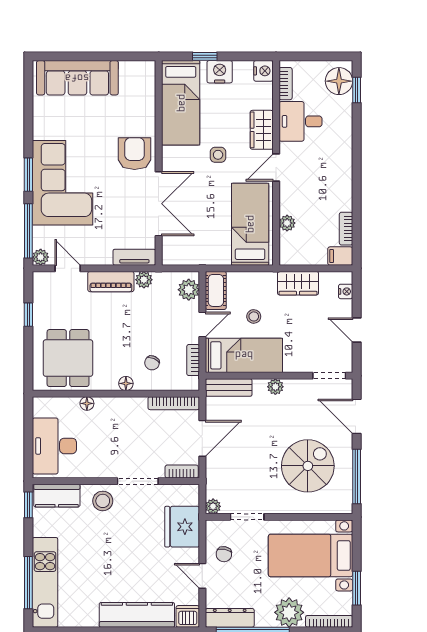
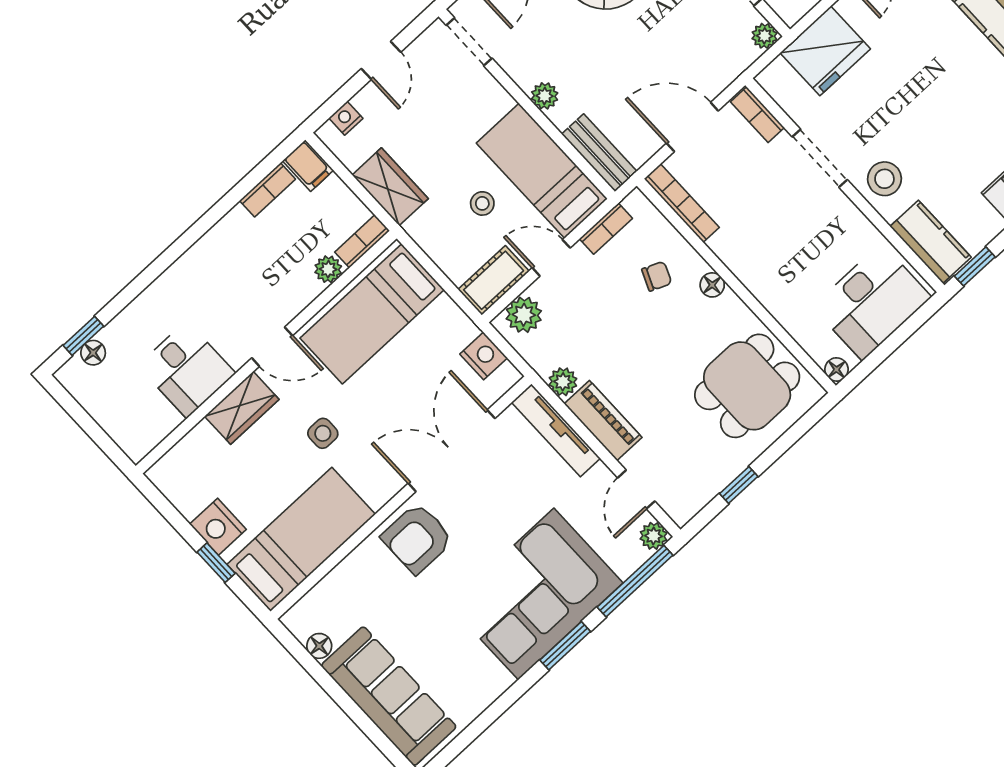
floor lamp: (127, 68) -> (319, 646), added
nightstand: (263, 71) -> (484, 356), moved, turned 90
floor lamp: (339, 81) -> (93, 353), width x0.53, depth x0.53
bookcase: (286, 84) -> (362, 241), moved
tv unit: (134, 257) -> (556, 430), width x1.41
floor lamp: (87, 403) -> (837, 369), moved

